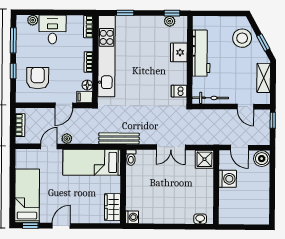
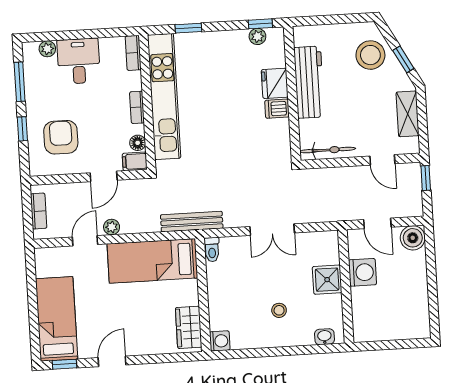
dishwasher: (179, 91) -> (277, 109), moved
shower: (204, 159) -> (327, 280), moved
stool: (172, 200) -> (279, 310), added

